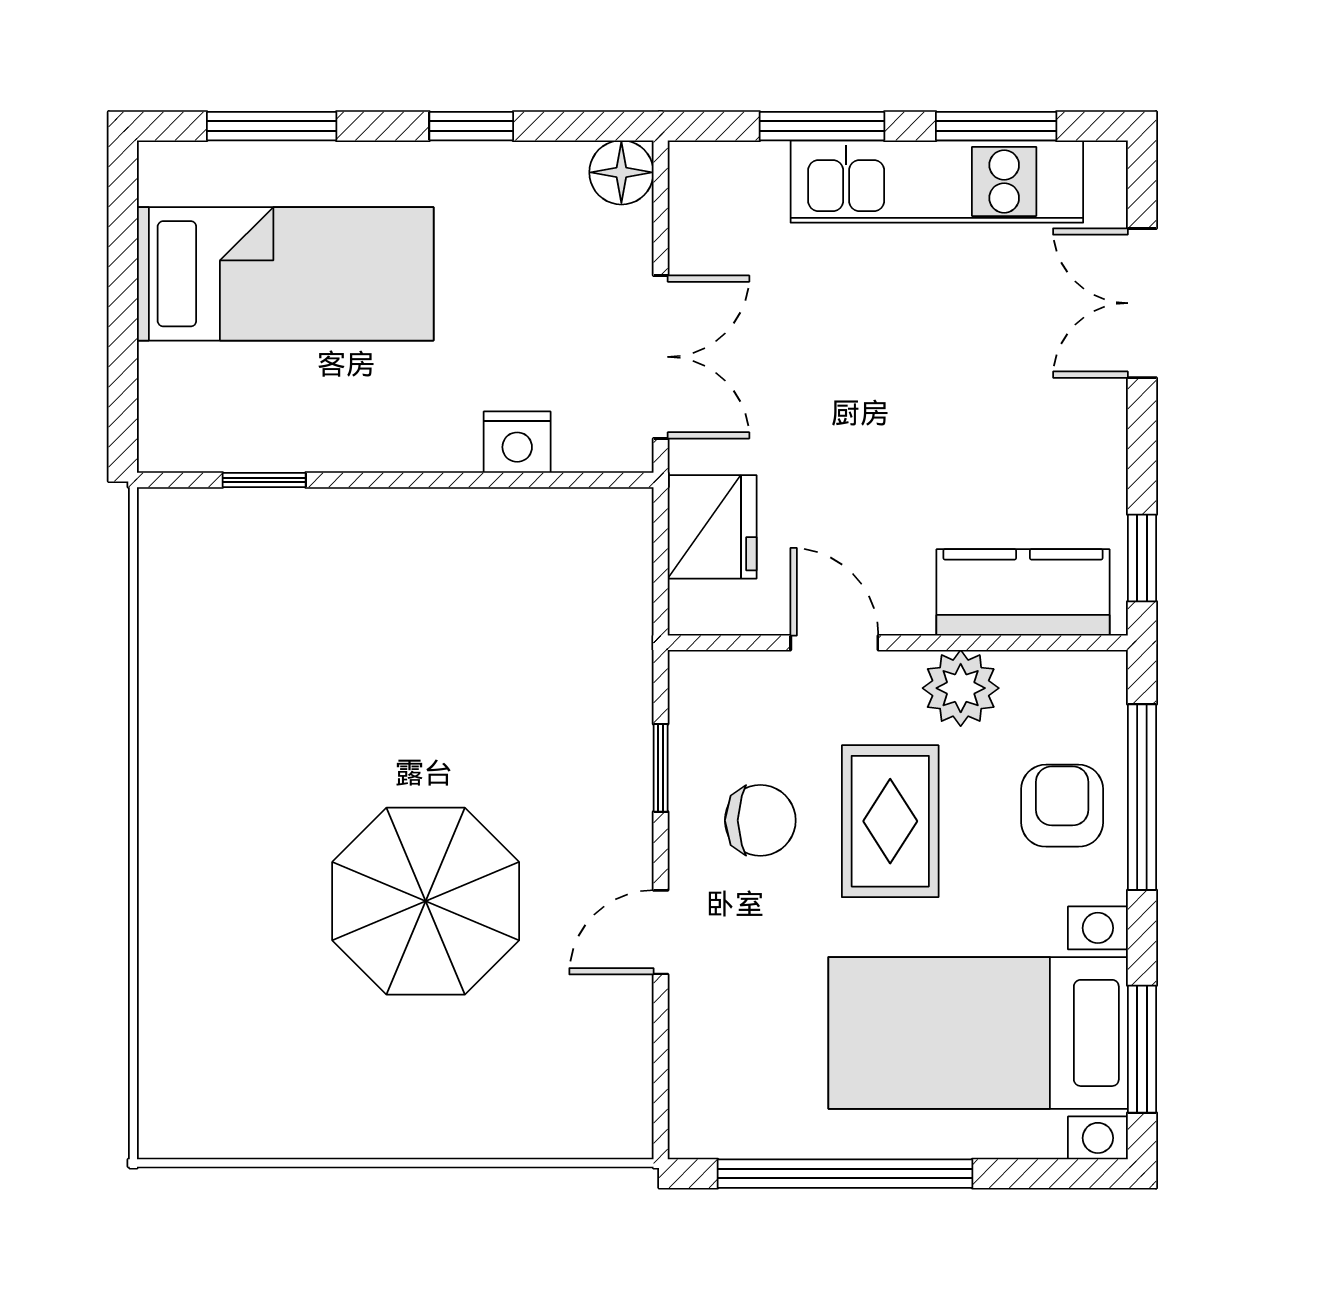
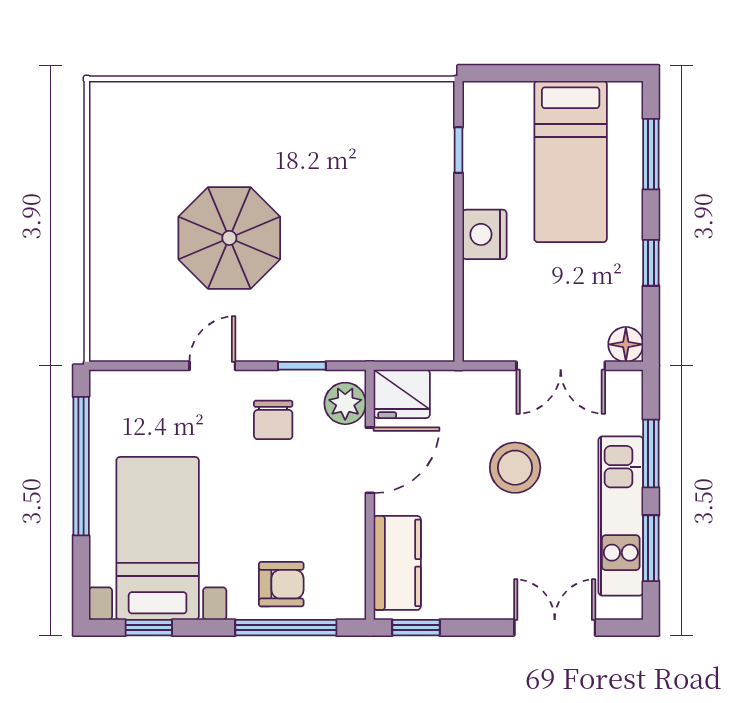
double door: (661, 357) -> (561, 366), moved
stool: (848, 376) -> (515, 468), added
nightstand: (517, 442) -> (484, 234), moved, width x1.36, depth x1.33
fridge: (712, 527) -> (402, 394), moved
door: (834, 643) -> (370, 460), width x1.38
plant: (961, 688) -> (345, 403), moved
rug: (890, 821) -> (273, 491), removed
door: (661, 932) -> (212, 366), hinge flipped
window: (1142, 1049) -> (149, 628), width x0.67

